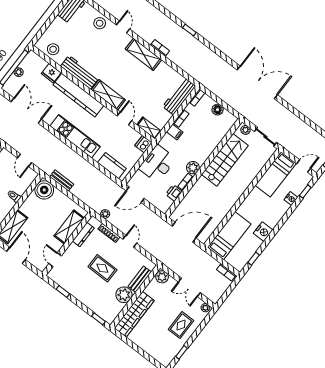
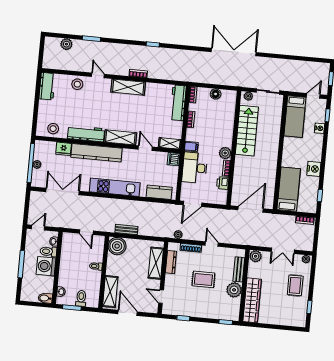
filing cabinet: (175, 132) -> (191, 147), moved

